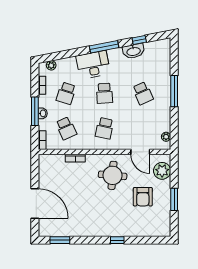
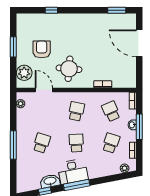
desk: (93, 65) -> (73, 171), moved
school desk: (143, 93) -> (42, 143), turned 42
window: (117, 240) -> (51, 10), moved

